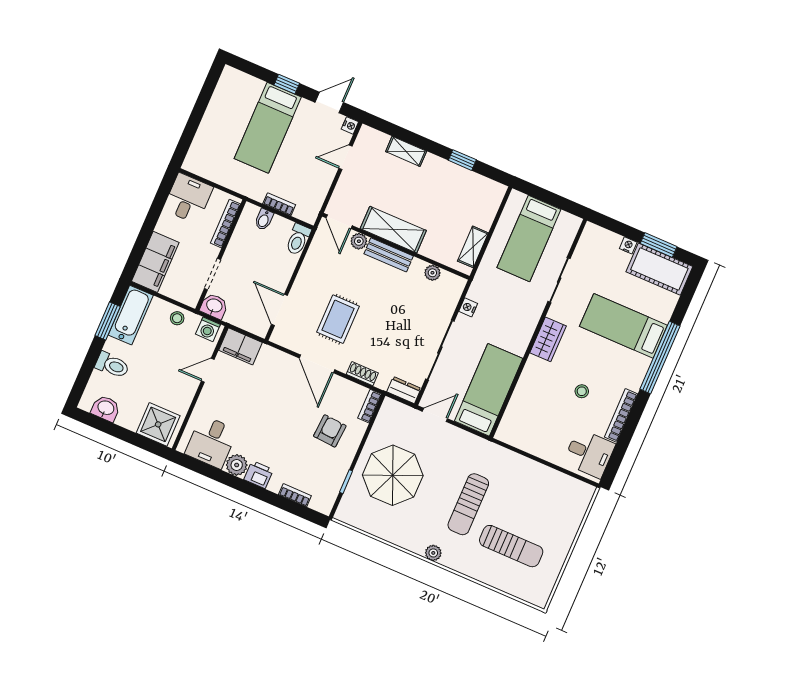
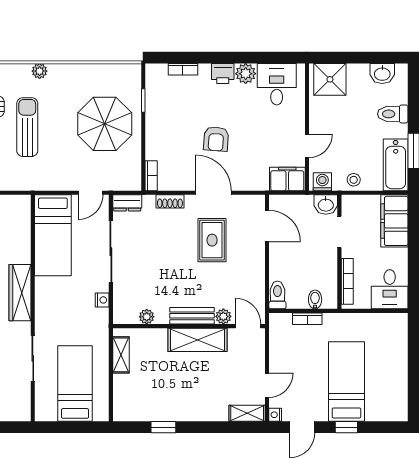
shelving: (406, 151) -> (247, 413), moved
wardrobe: (548, 339) -> (20, 293), width x1.50
armchair: (330, 431) -> (216, 139), moved

